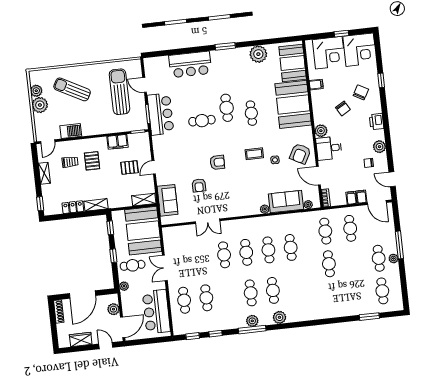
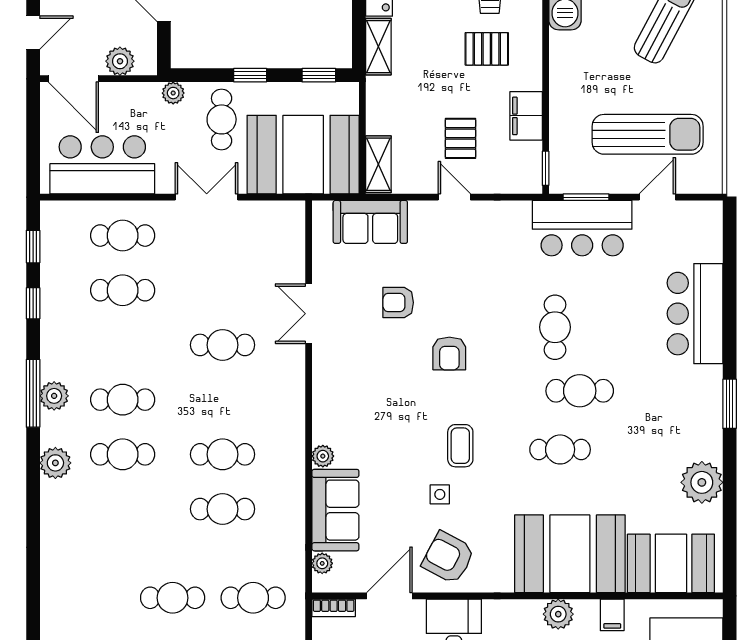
plant: (321, 131) -> (558, 614), moved
cafe table: (246, 252) -> (223, 400), removed

